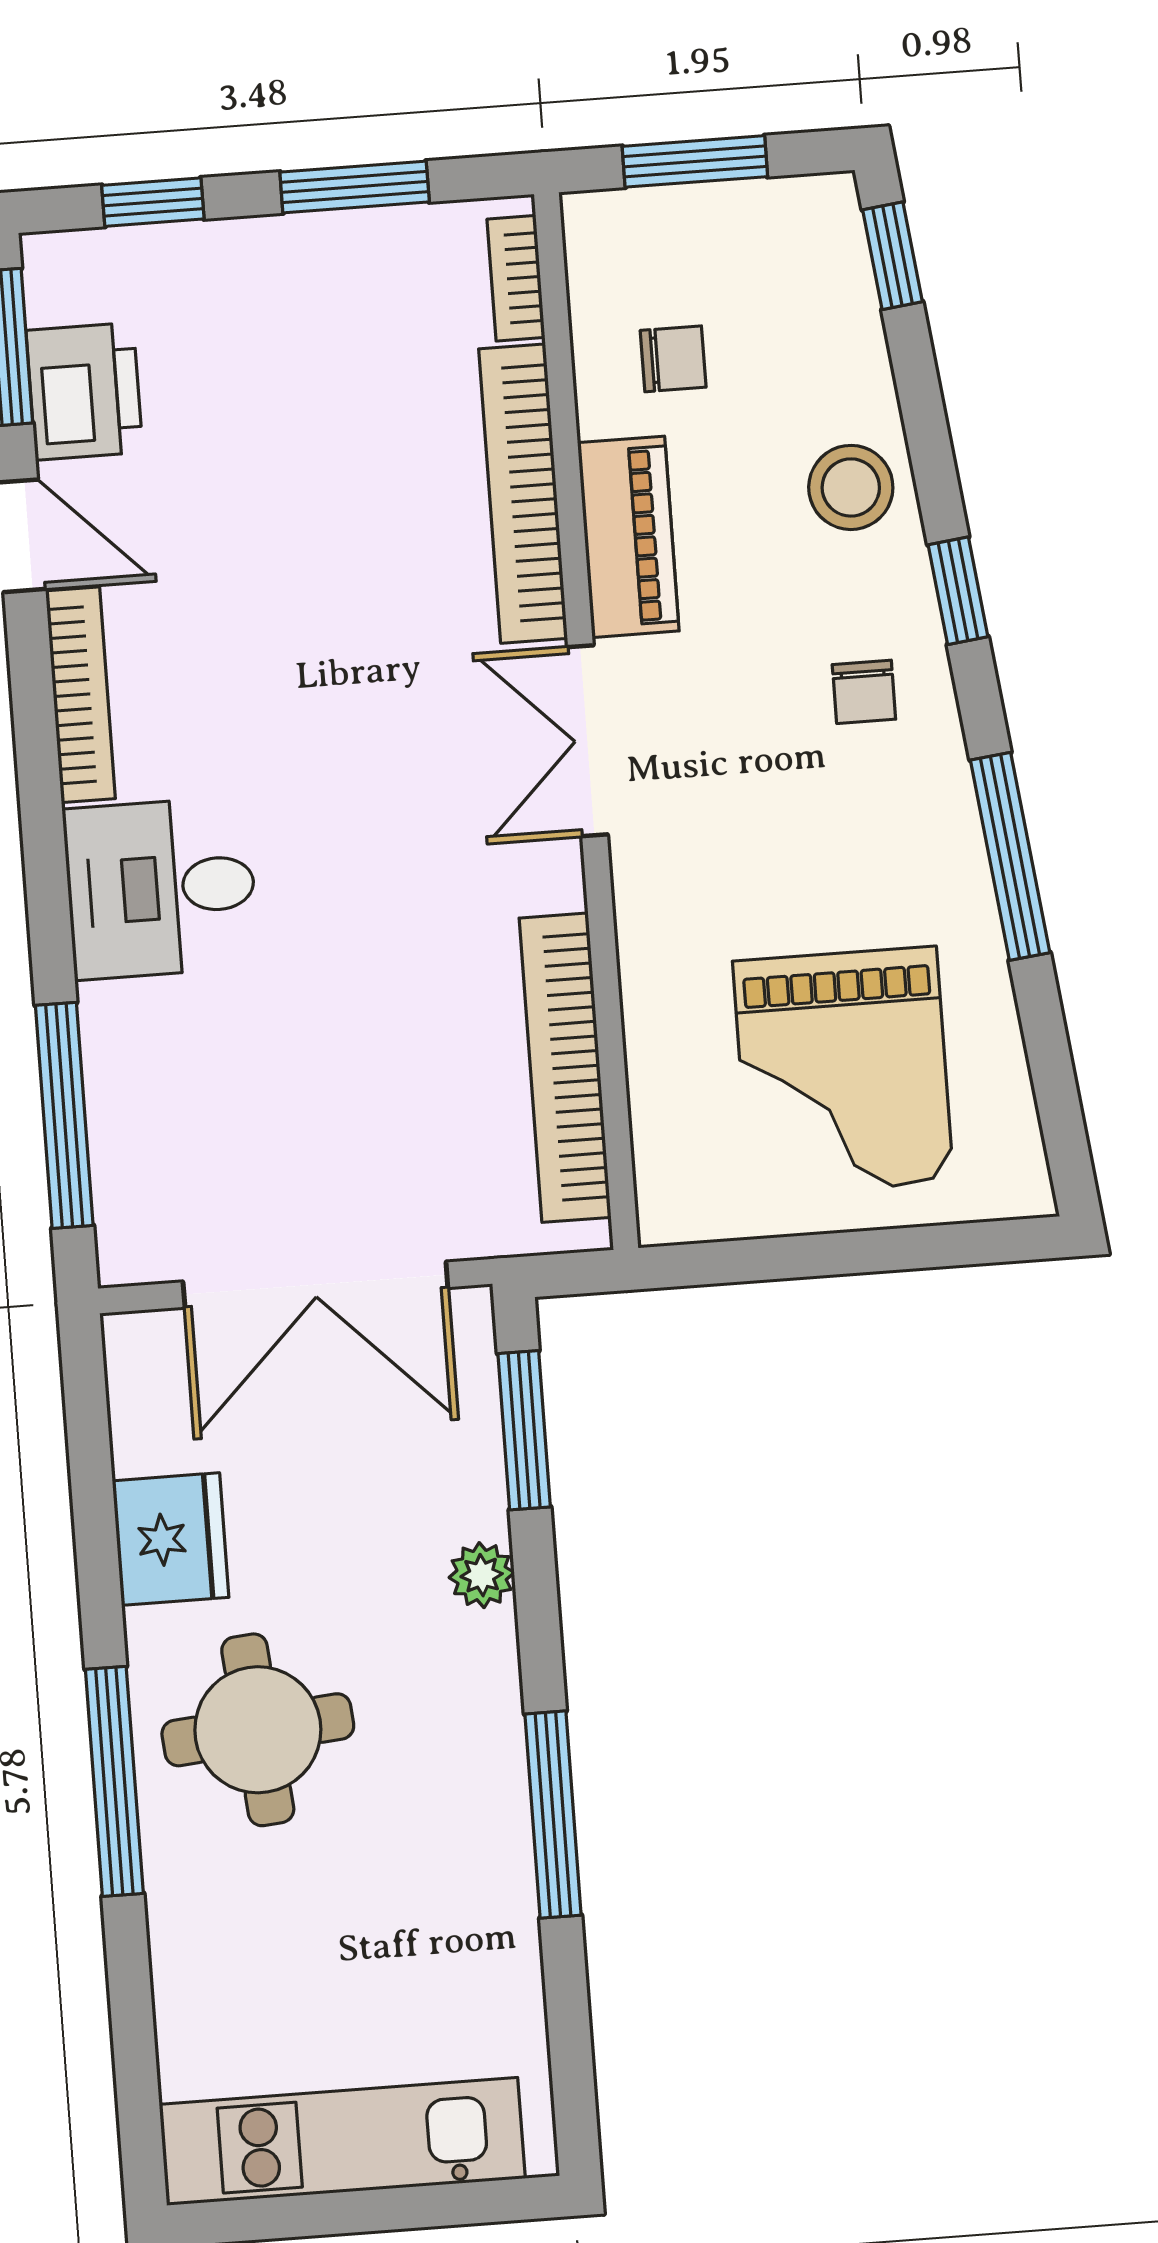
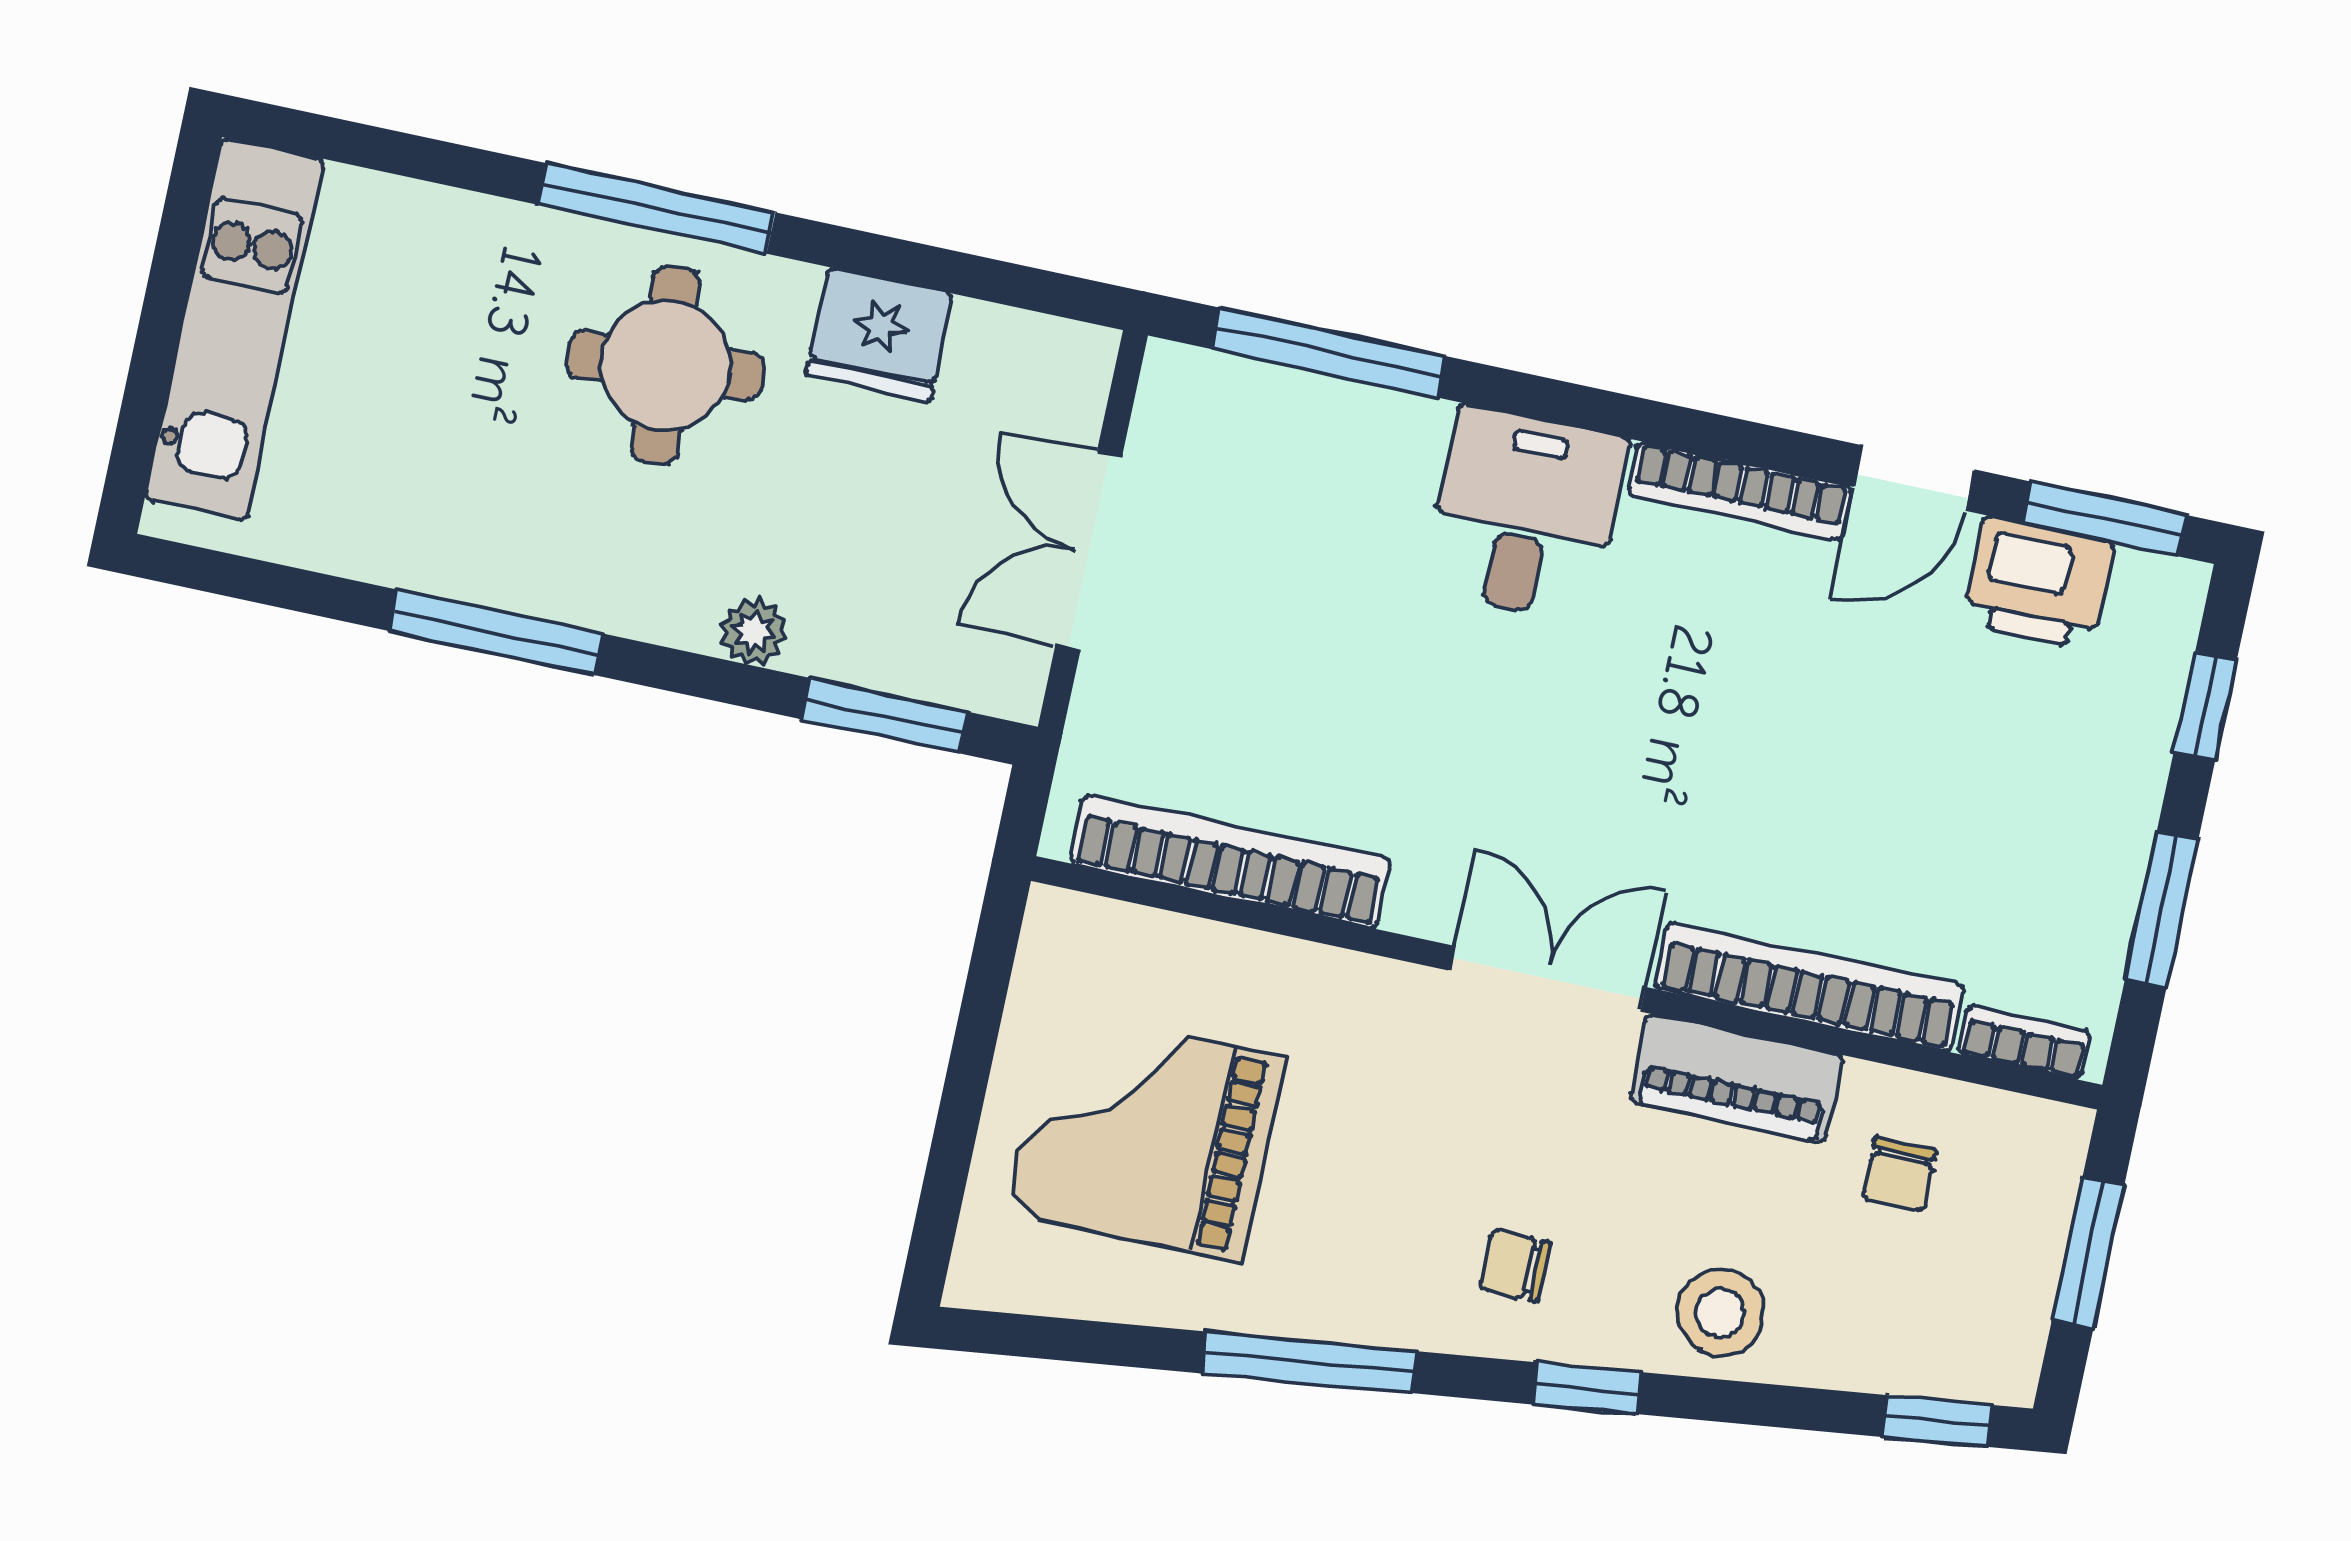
double door: (315, 1285) -> (1088, 552), width x0.73

